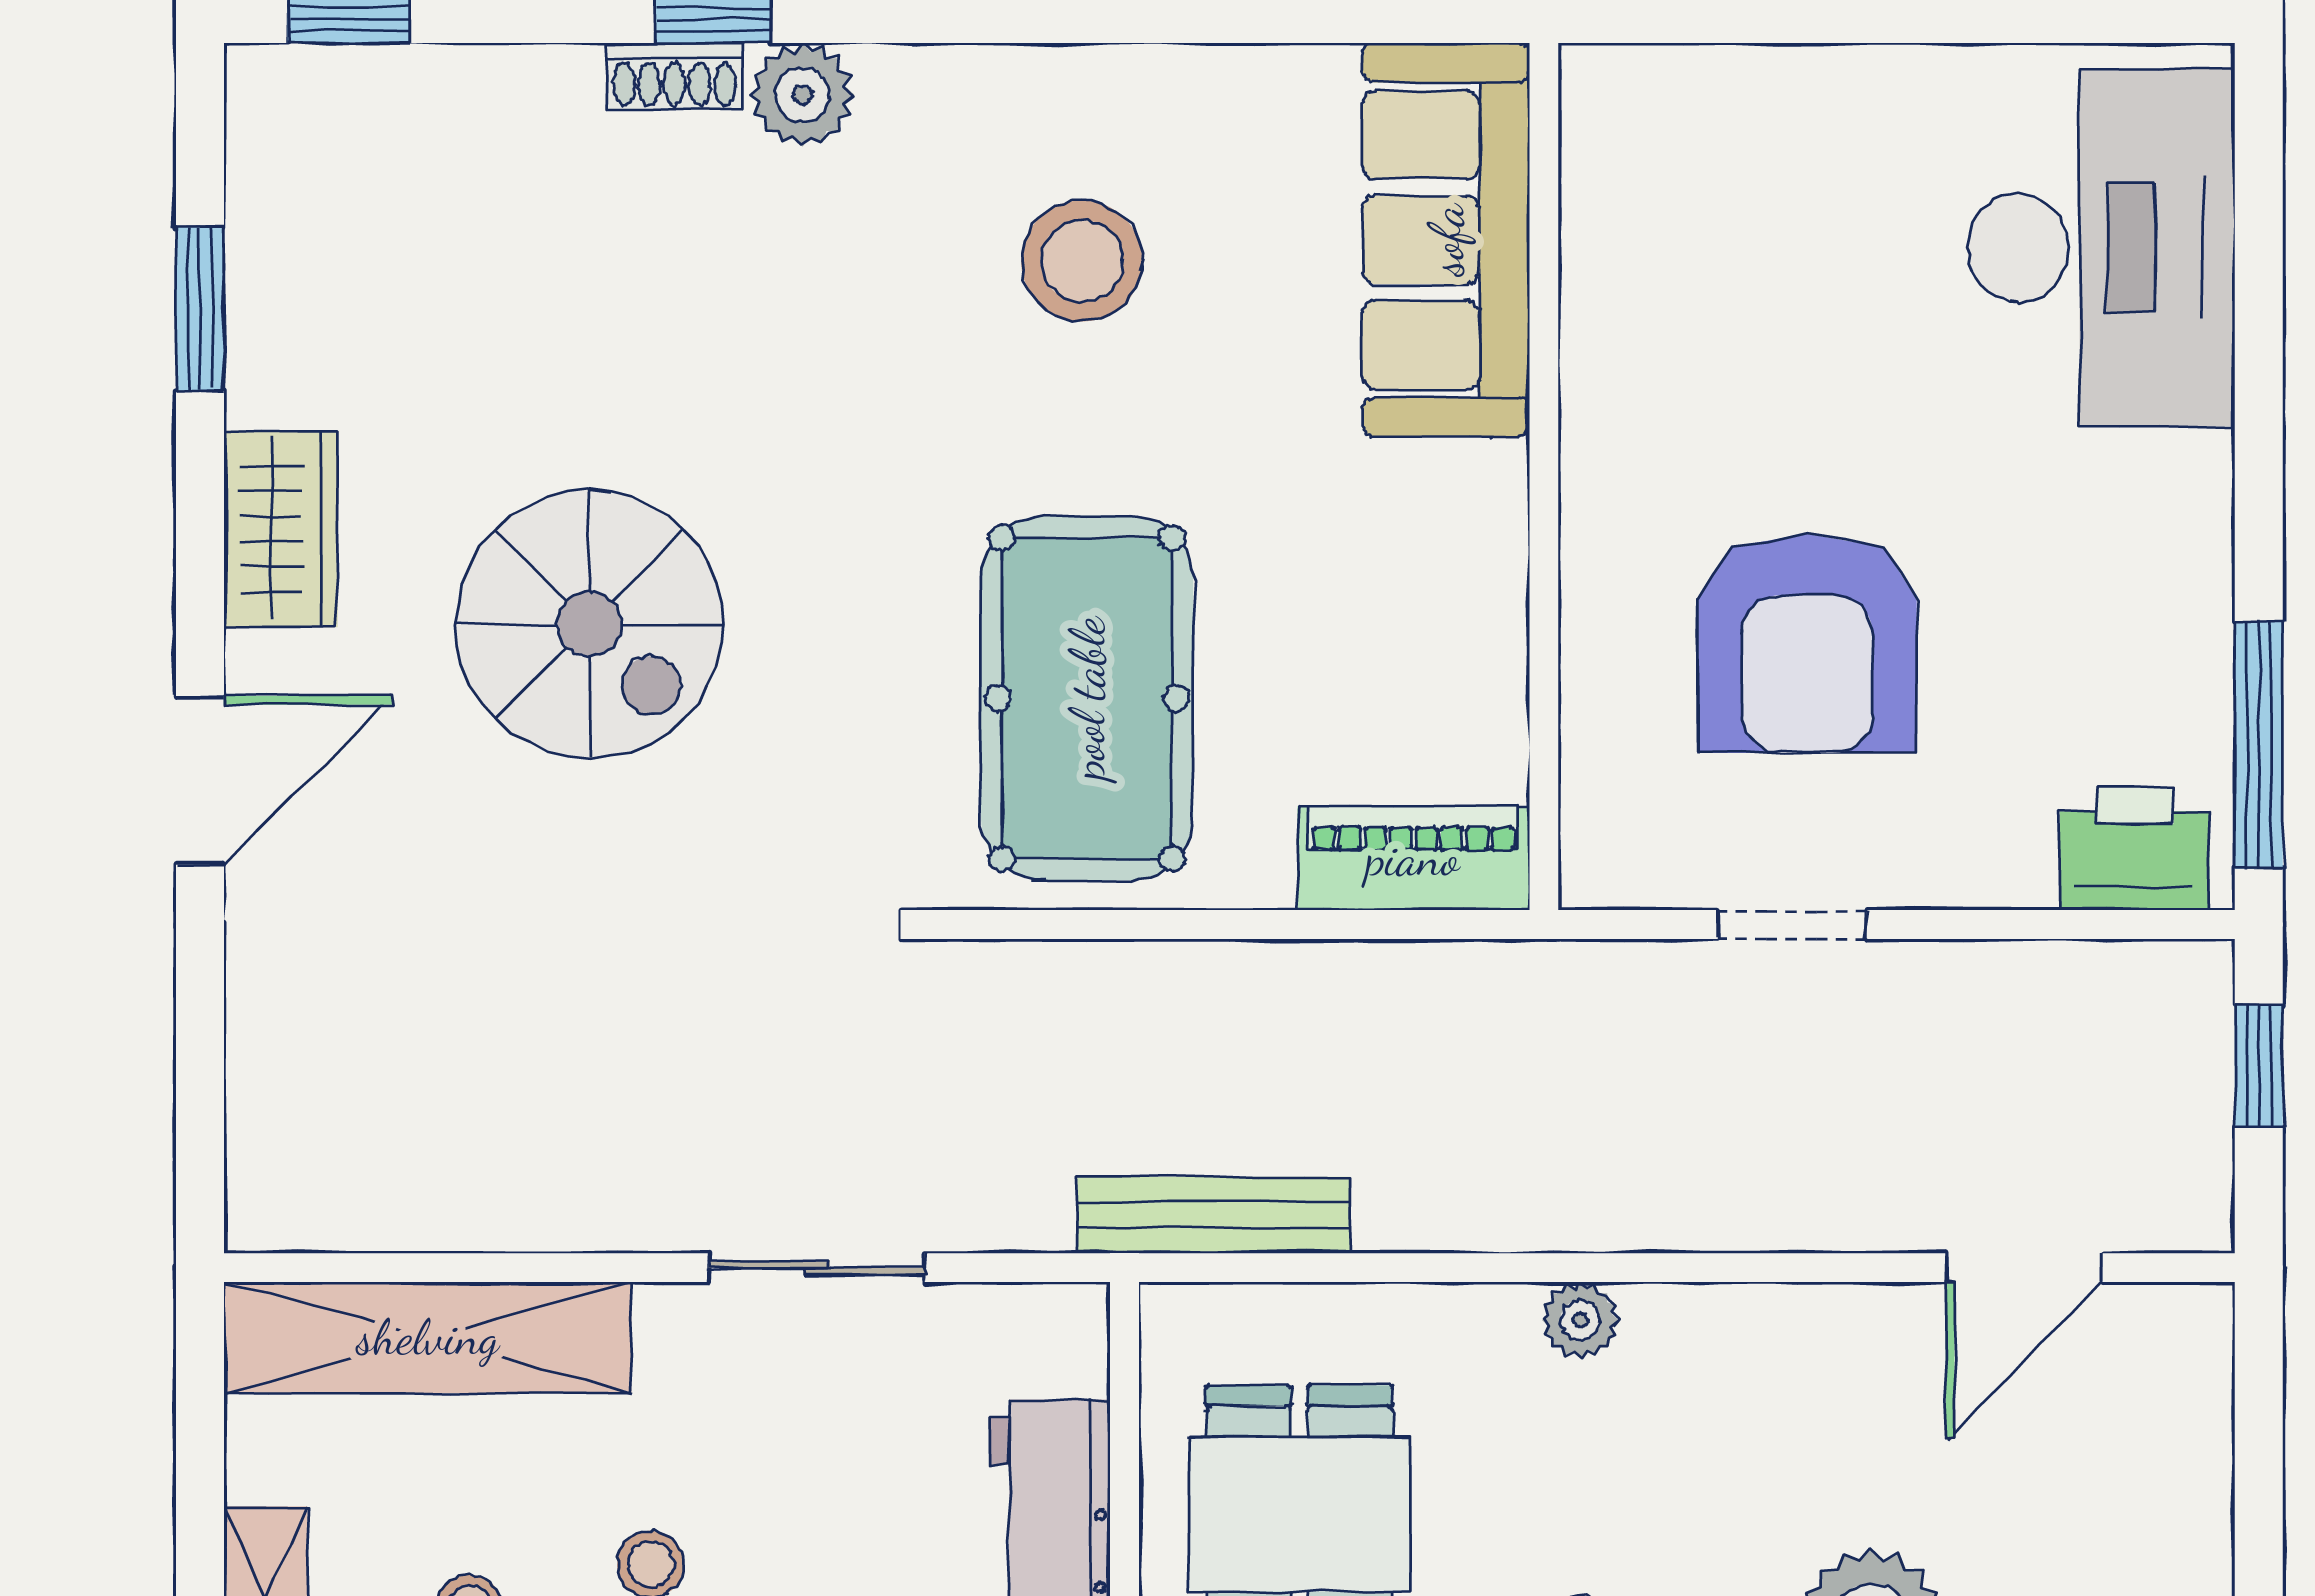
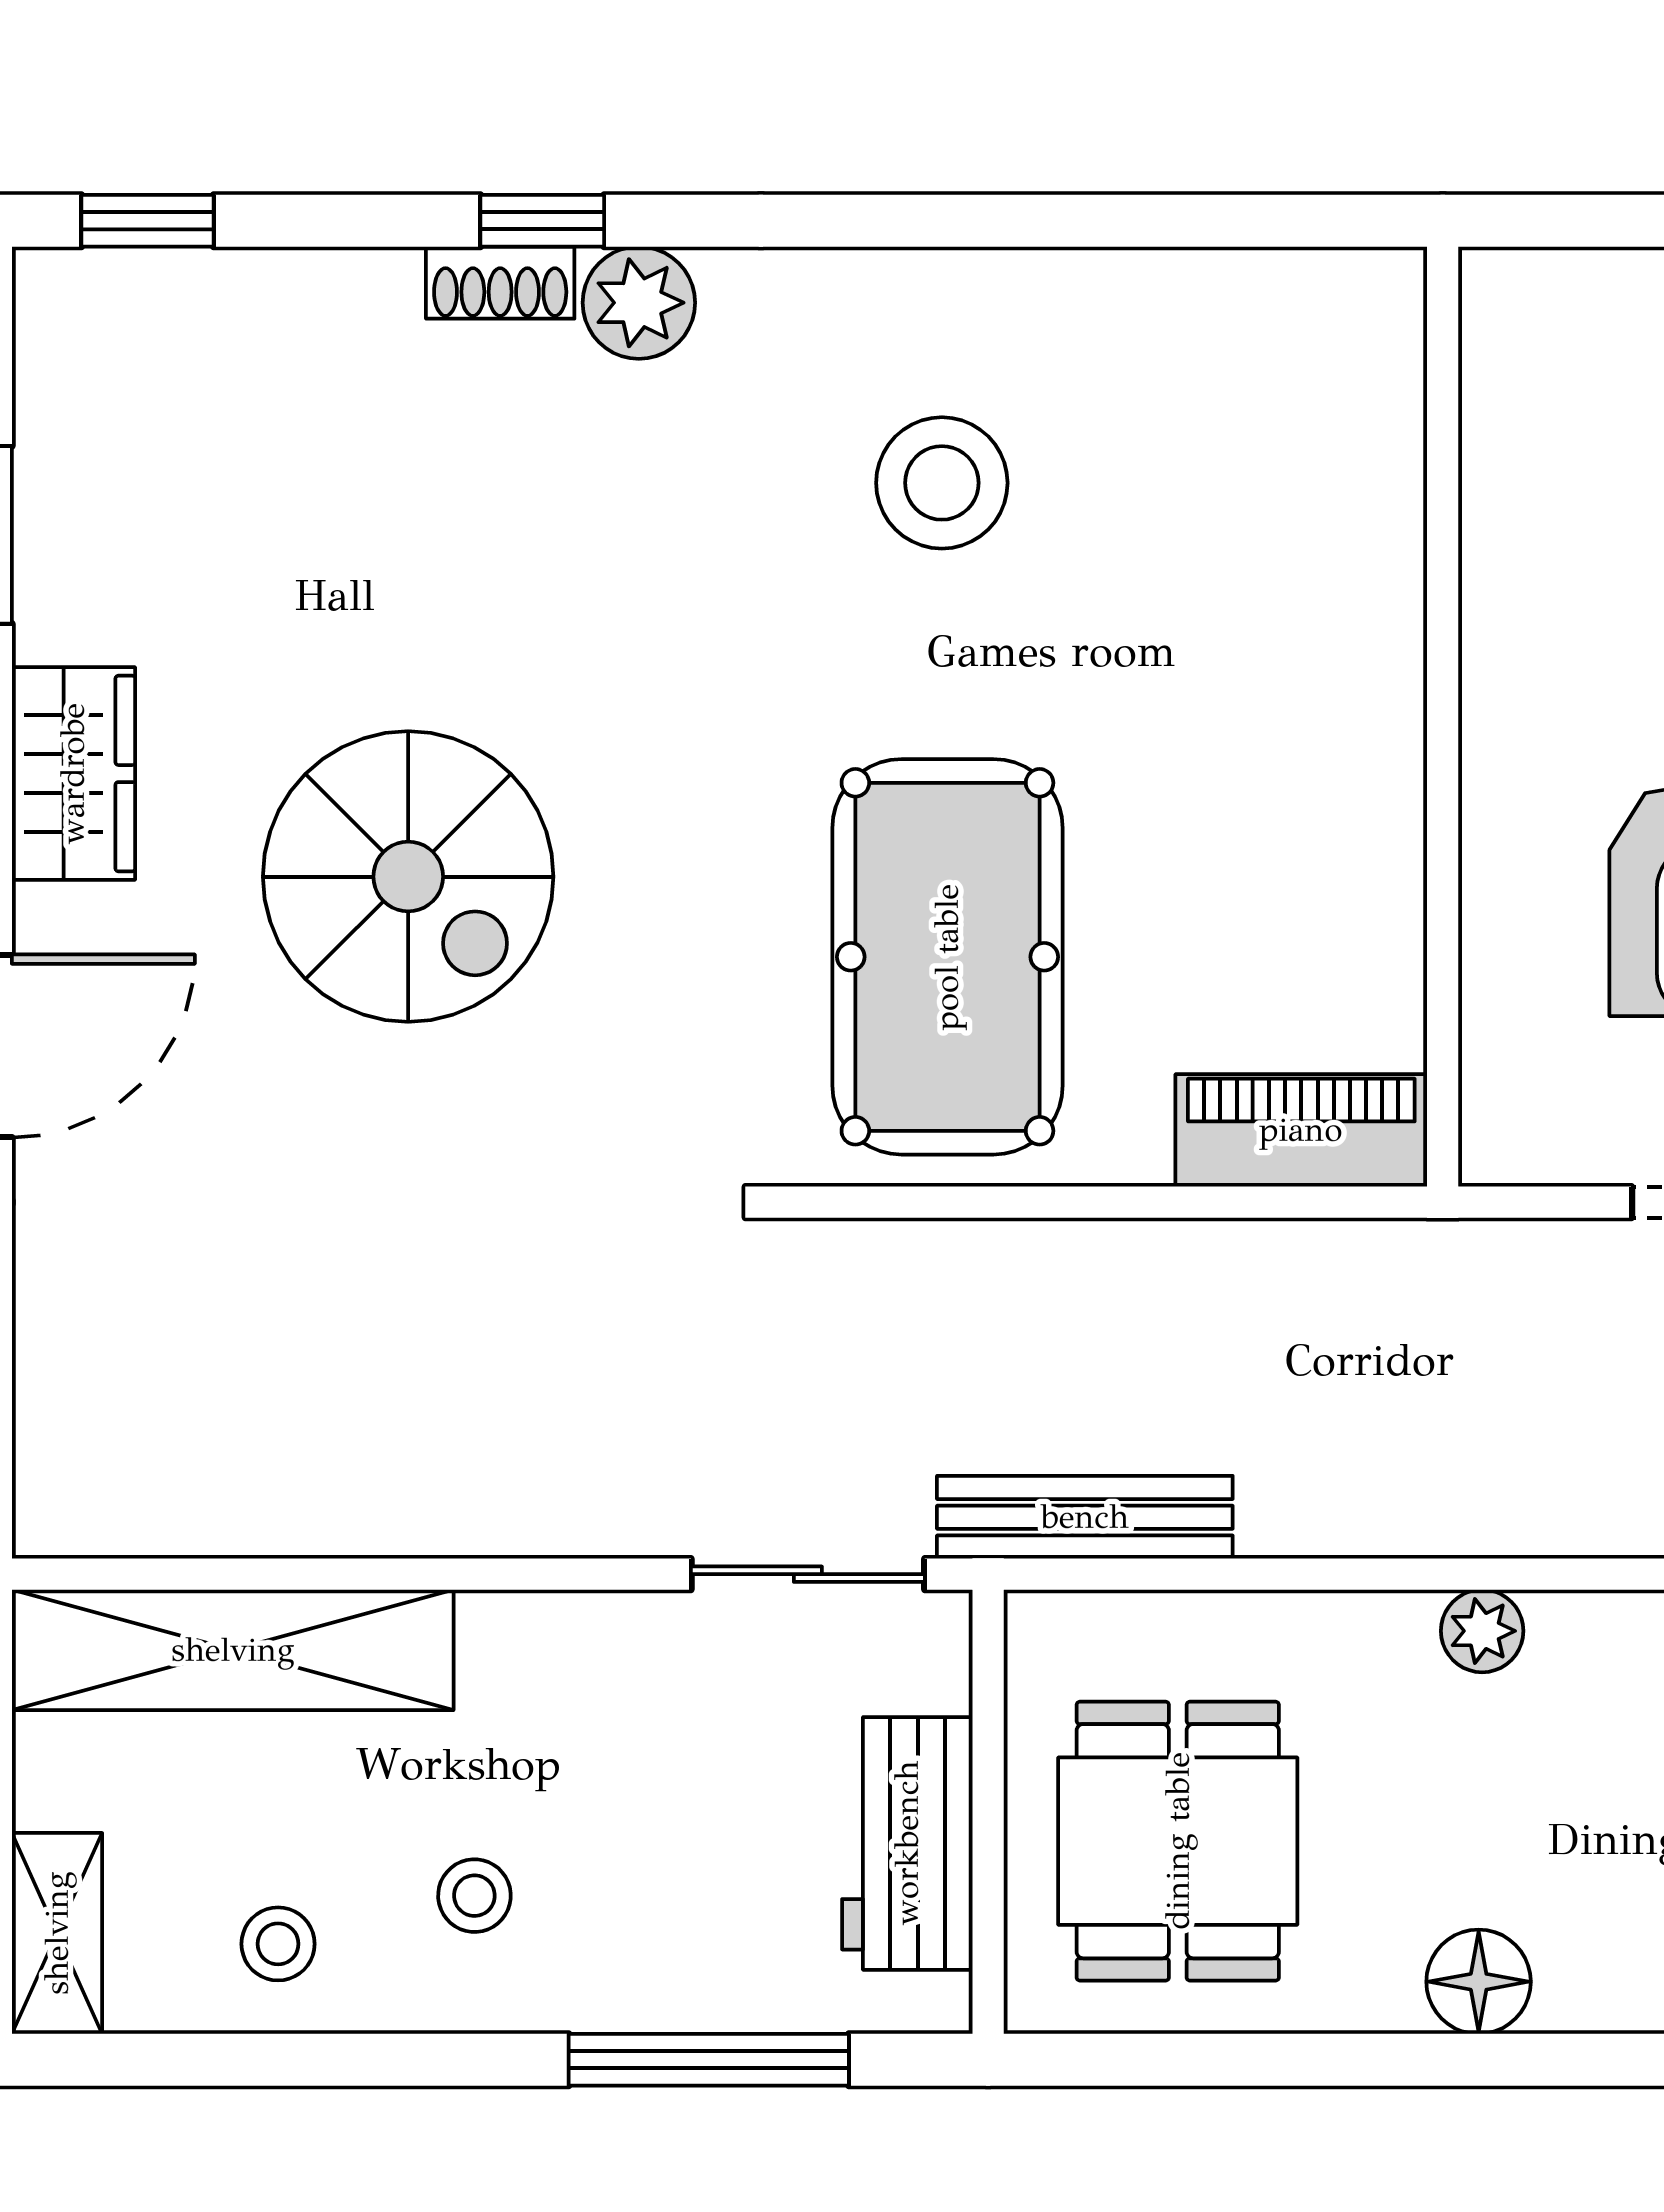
sofa: (1446, 240) -> (1336, 460), removed
sliding door: (817, 1268) -> (808, 1574), moved

